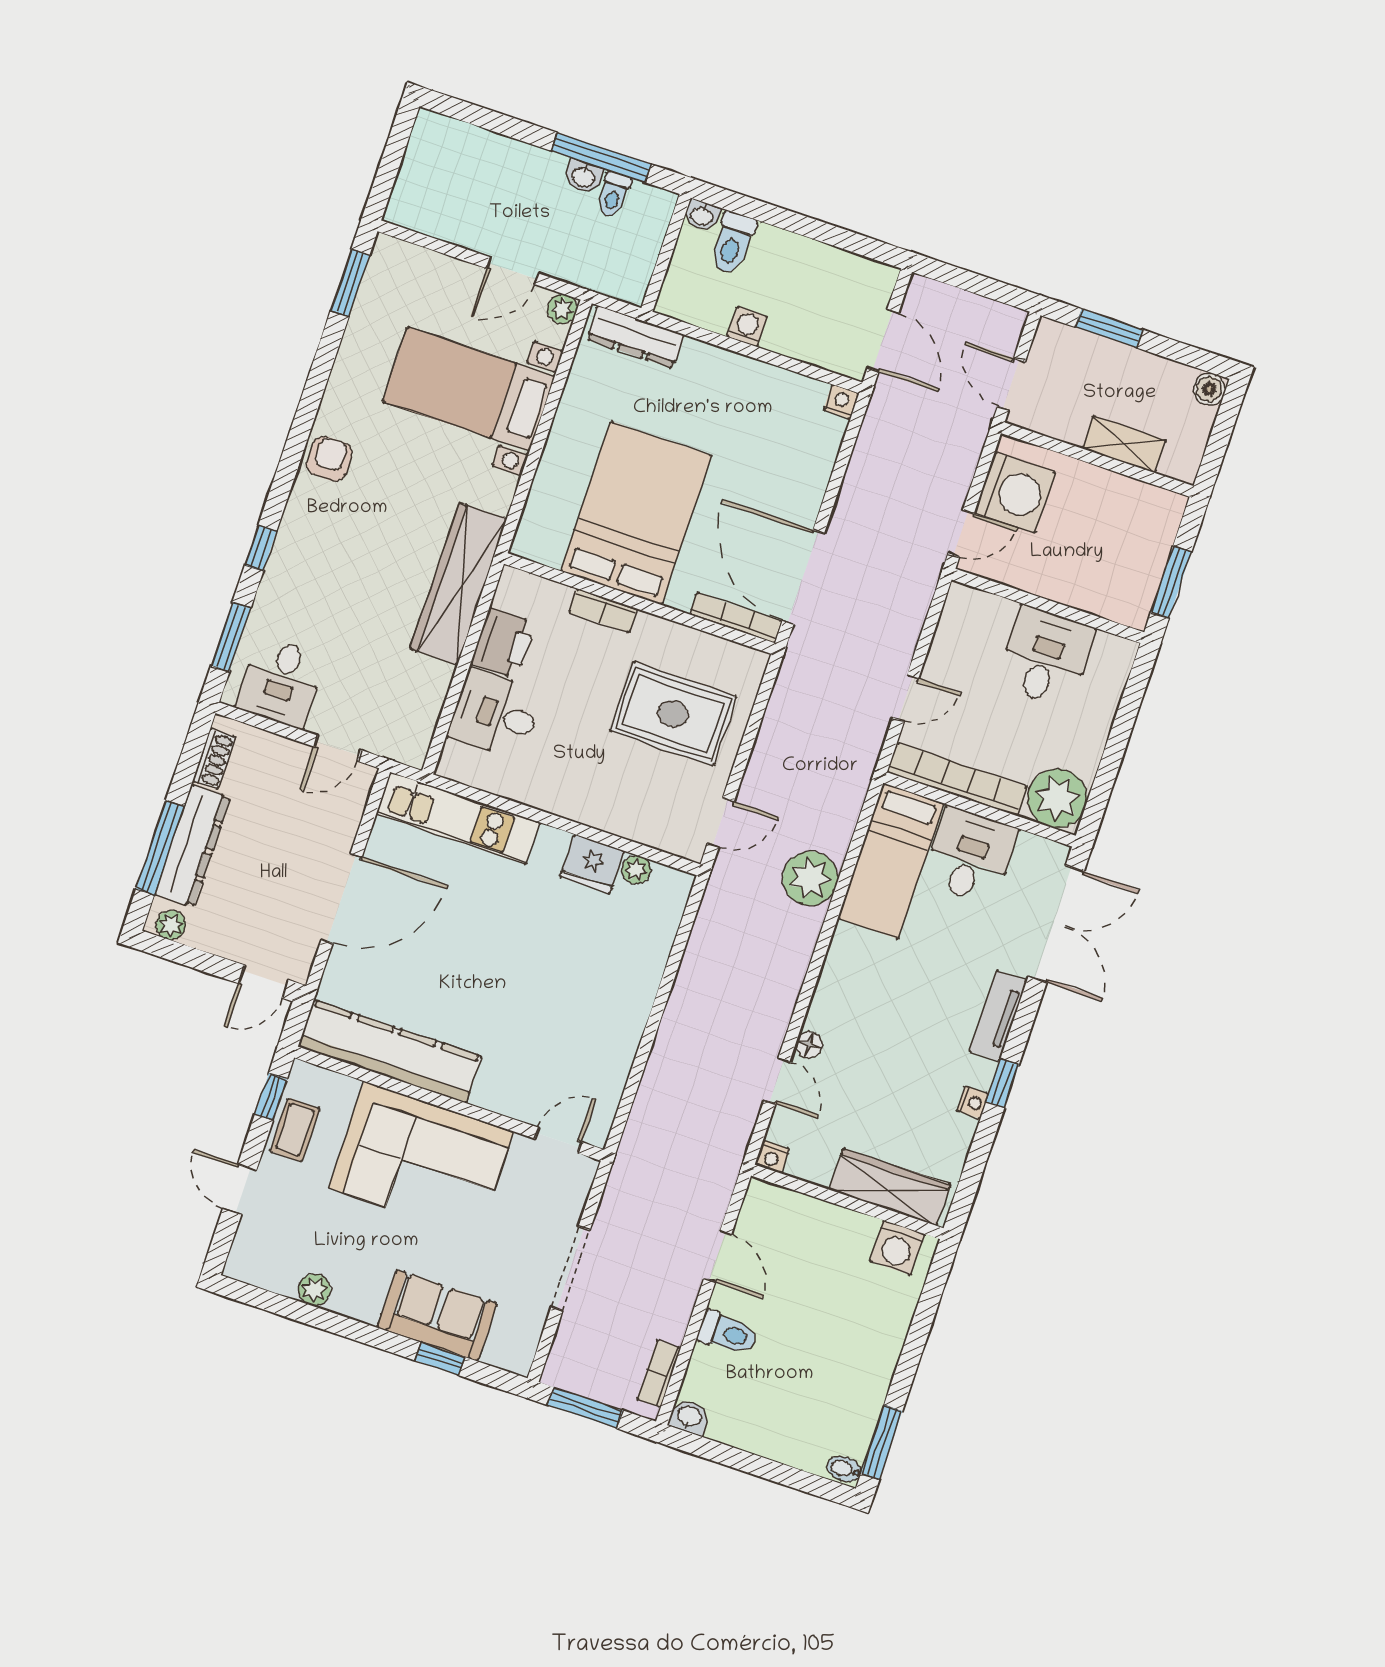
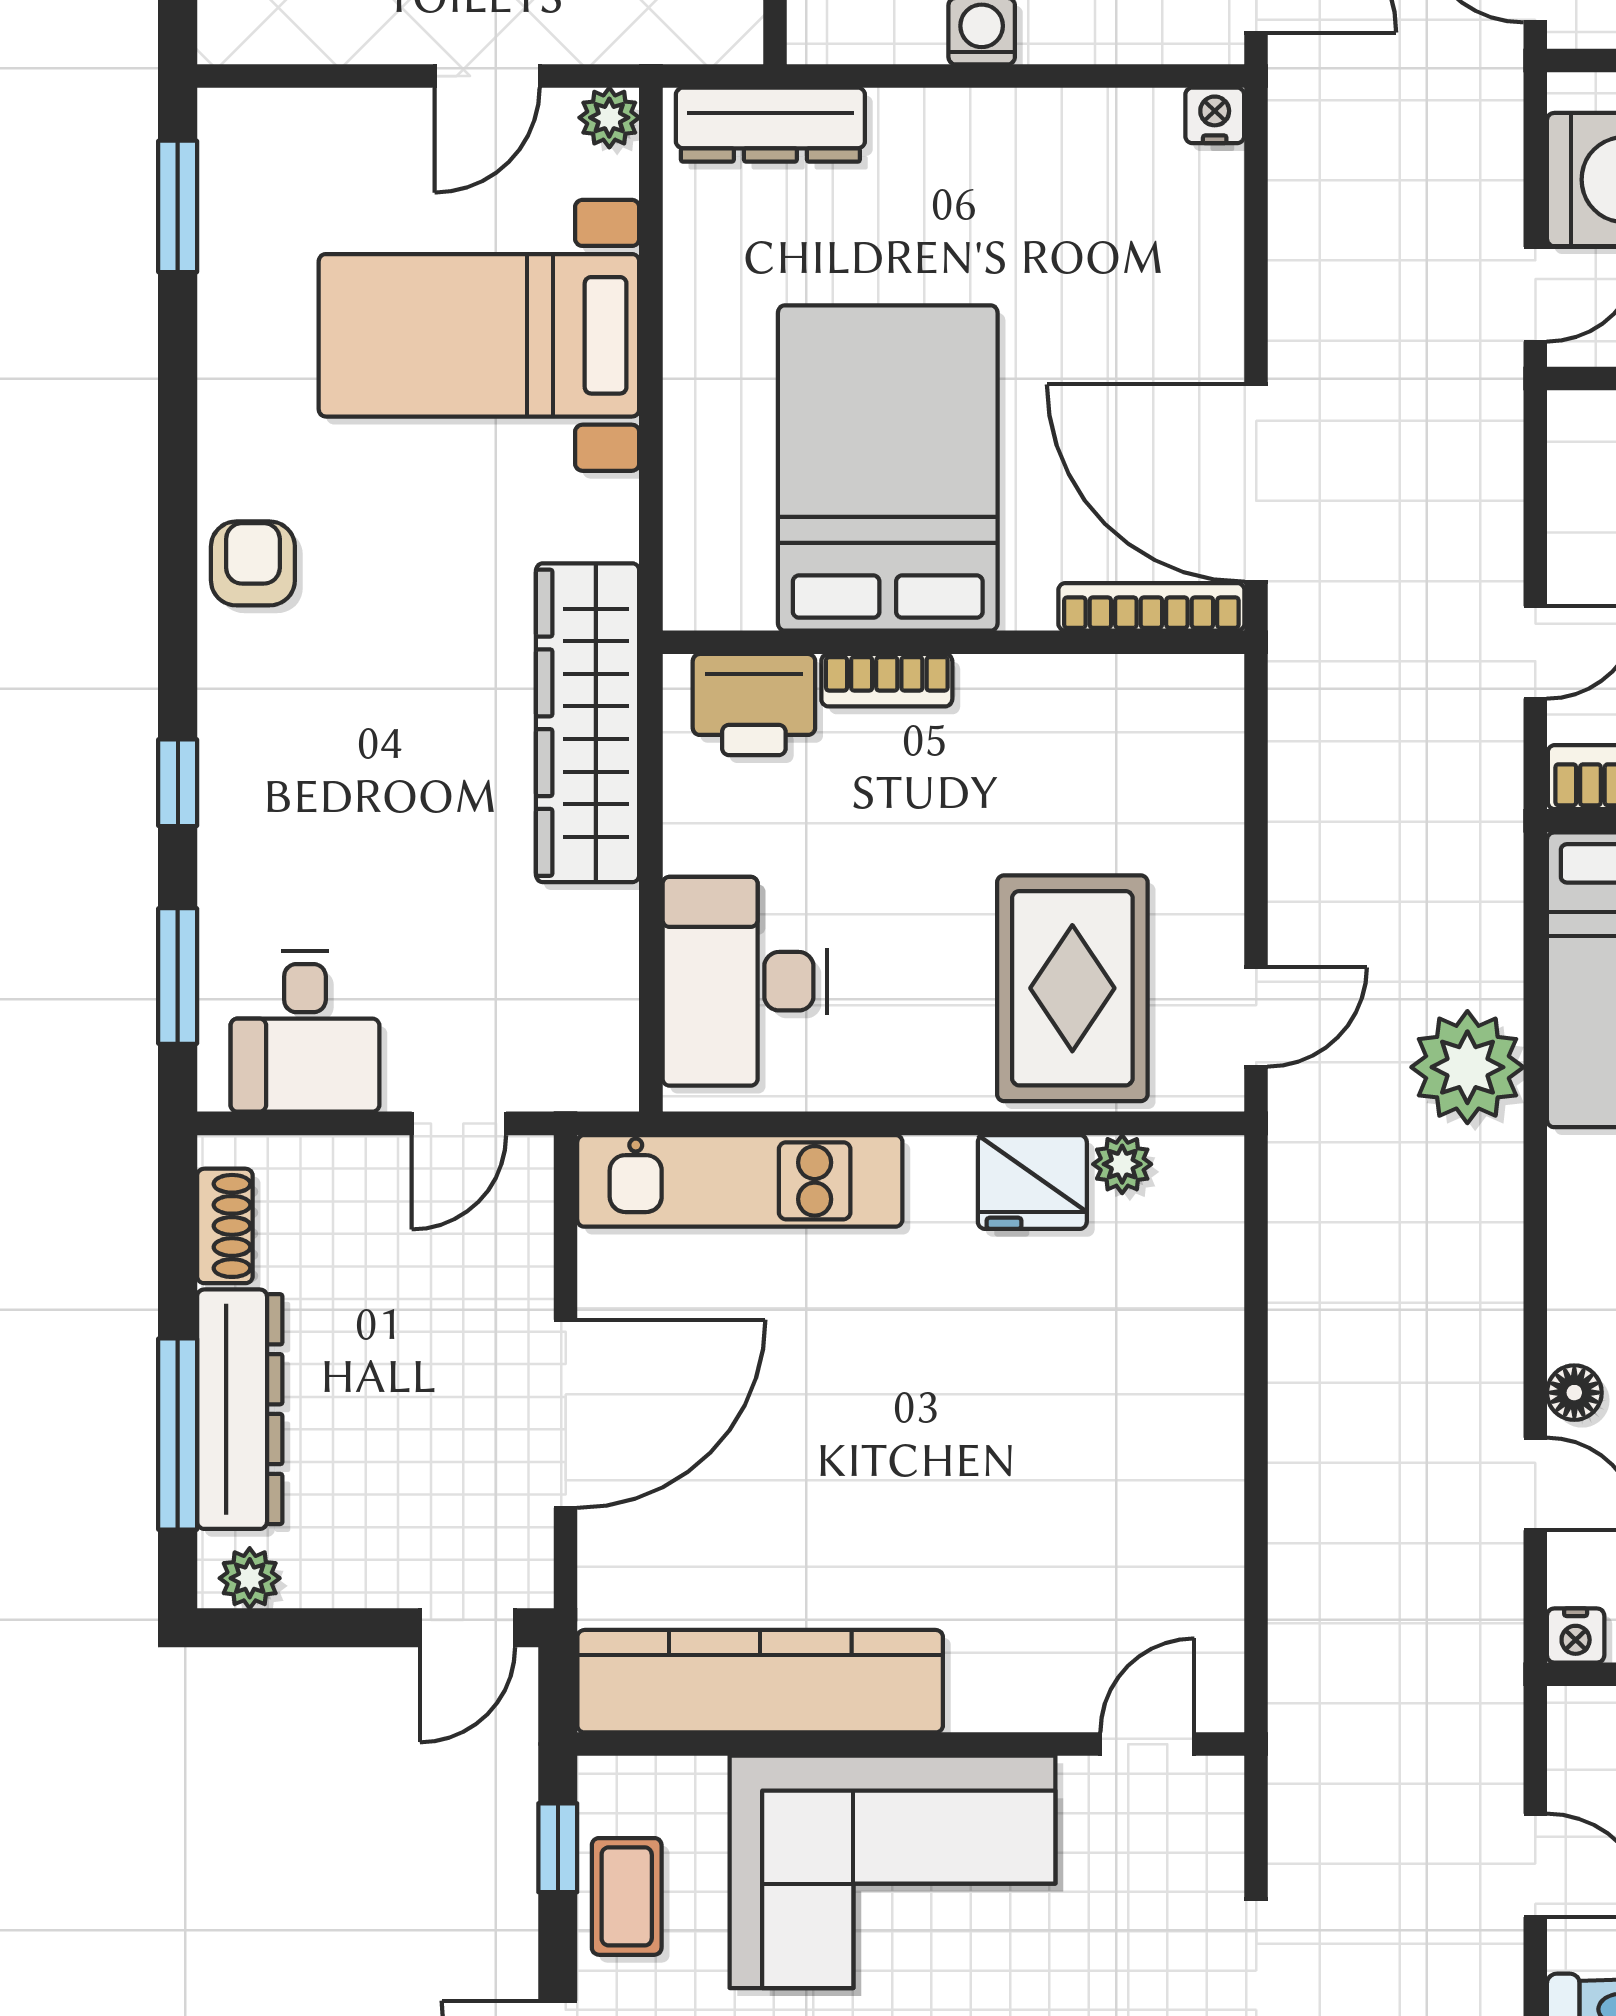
printer: (503, 643) -> (754, 705), moved, turned 90
desk: (495, 714) -> (745, 981), width x1.37
rug: (673, 714) -> (1072, 988), moved, turned 90

